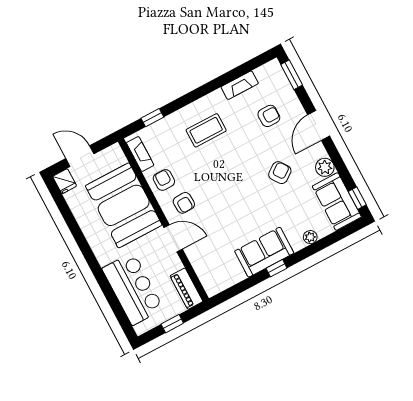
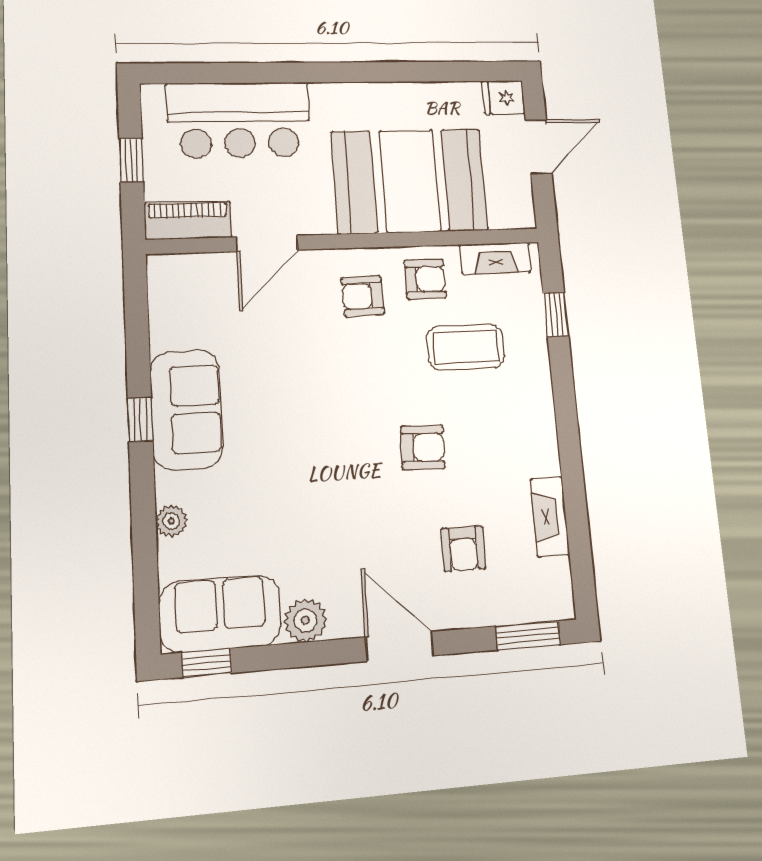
coffee table: (206, 130) -> (466, 347), moved, turned 90
armchair: (280, 173) -> (423, 447), moved, turned -52
door: (173, 238) -> (267, 243), moved

